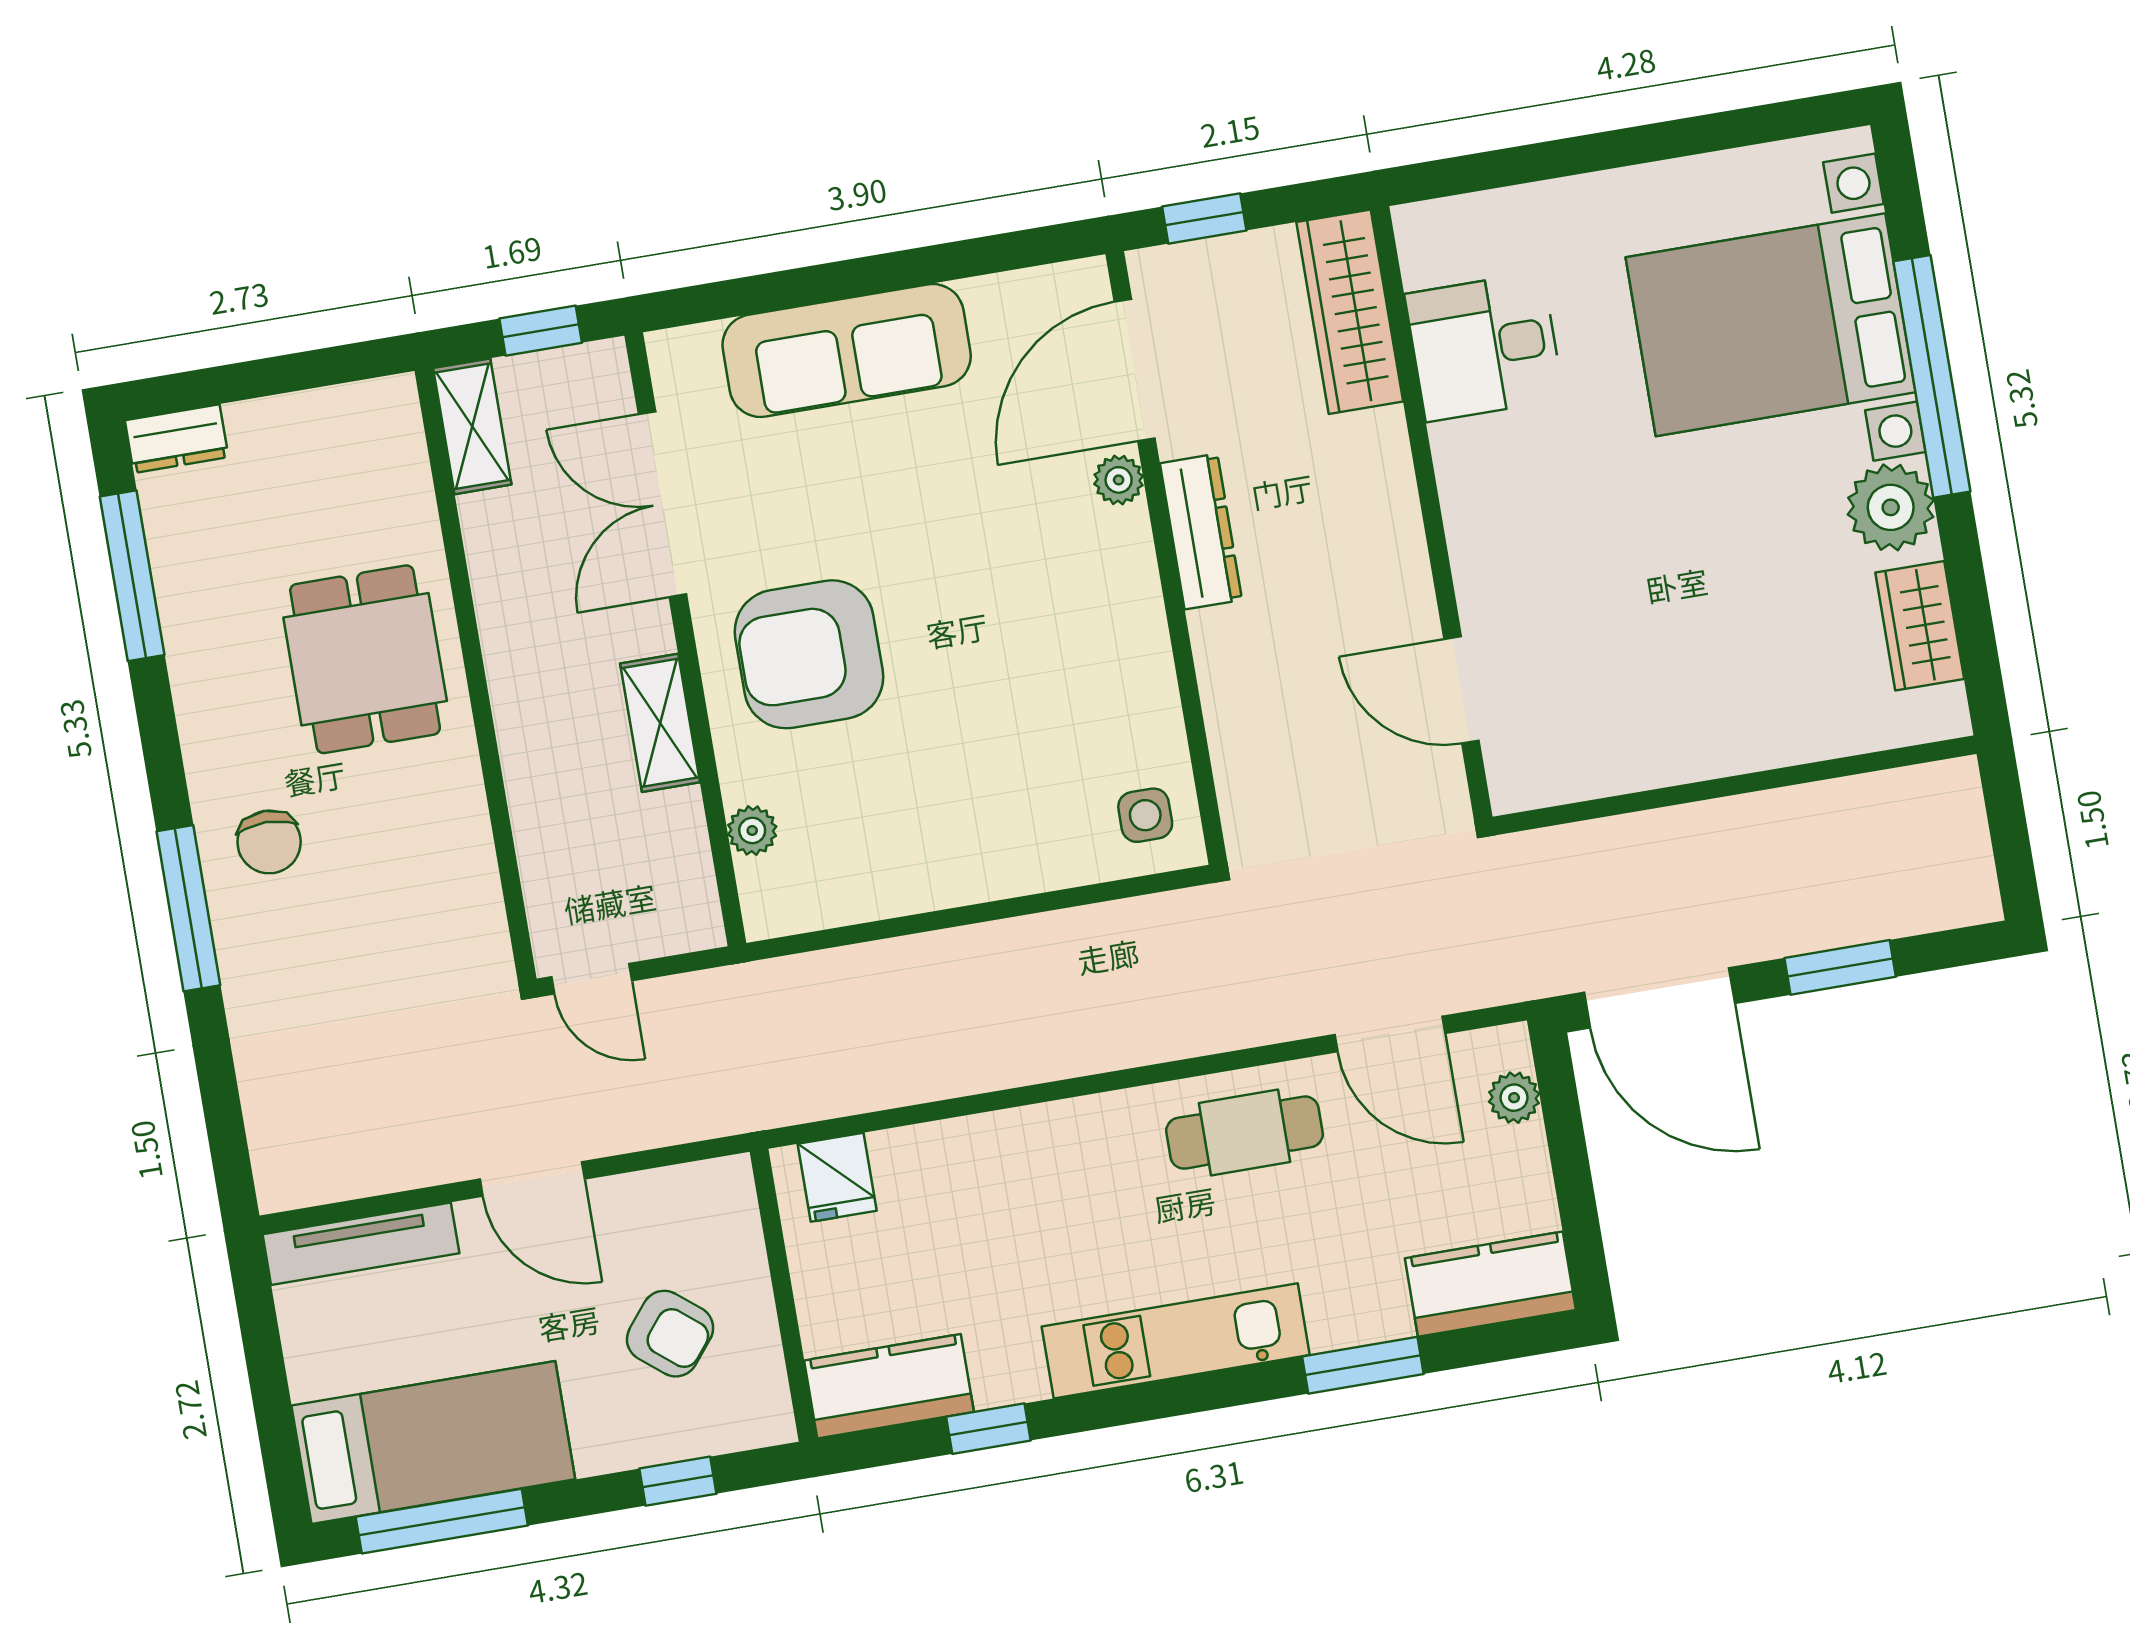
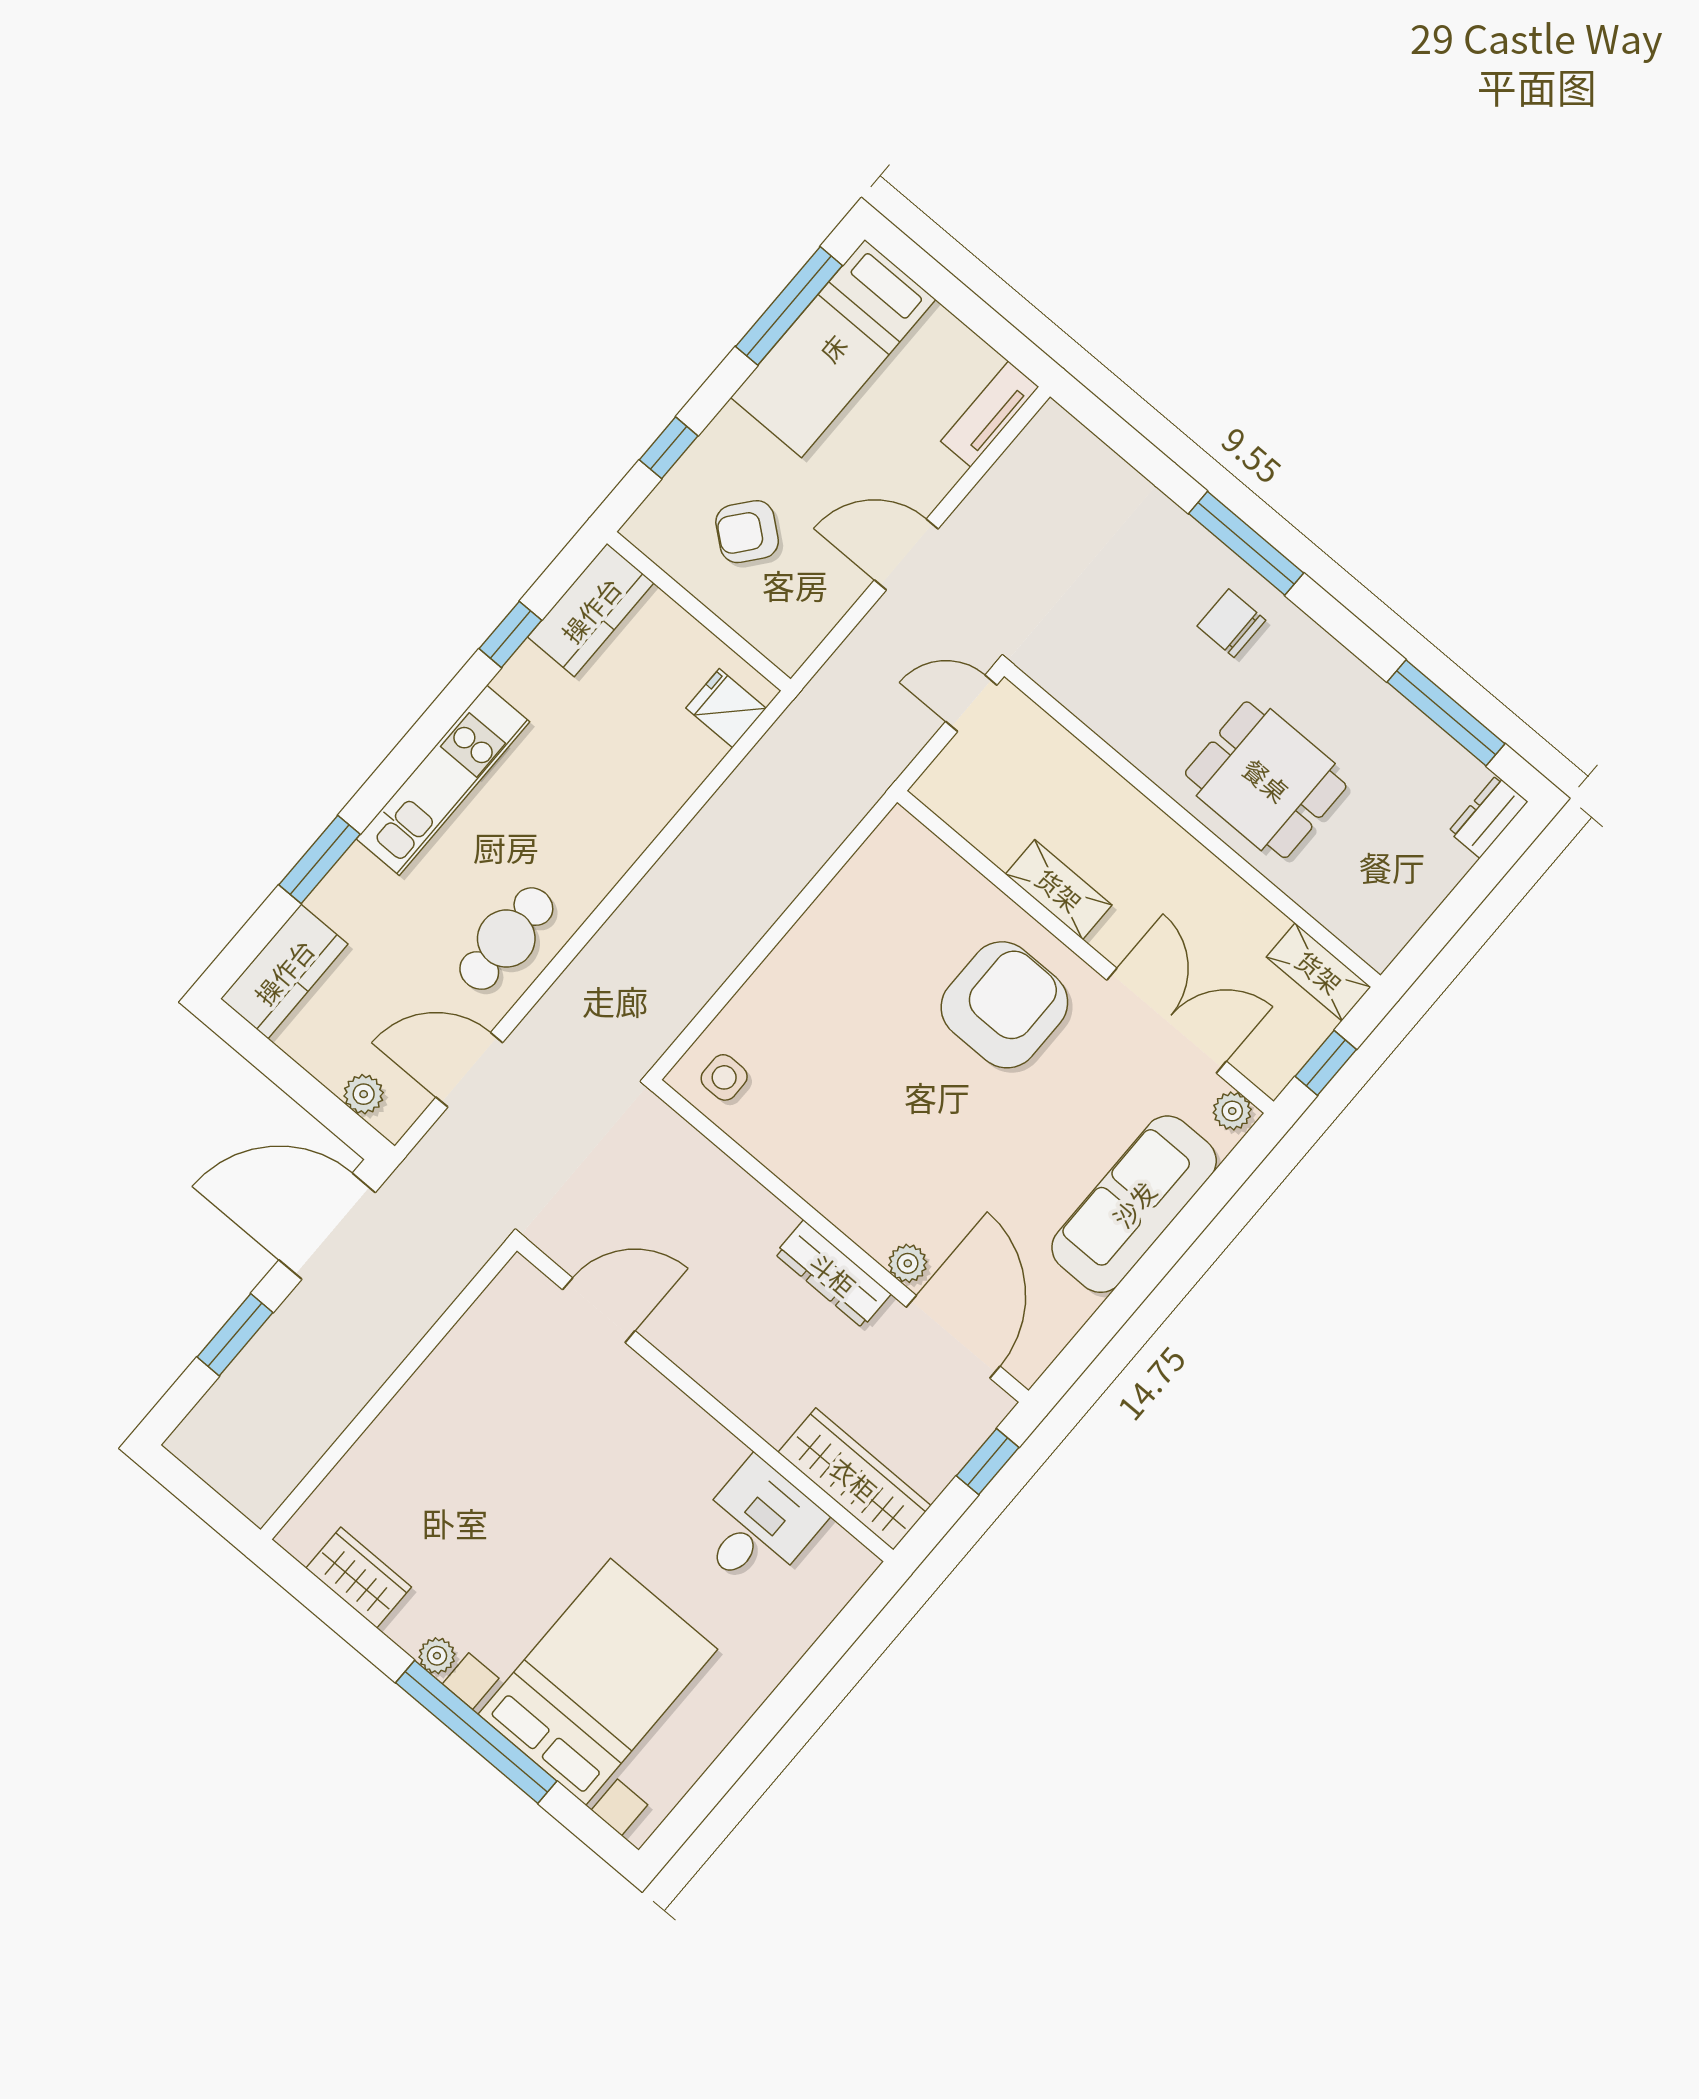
plant: (1891, 507) -> (437, 1656), width x0.53, depth x0.53
plant: (752, 830) -> (1232, 1111), moved
tv unit: (361, 1244) -> (990, 414), width x0.71

